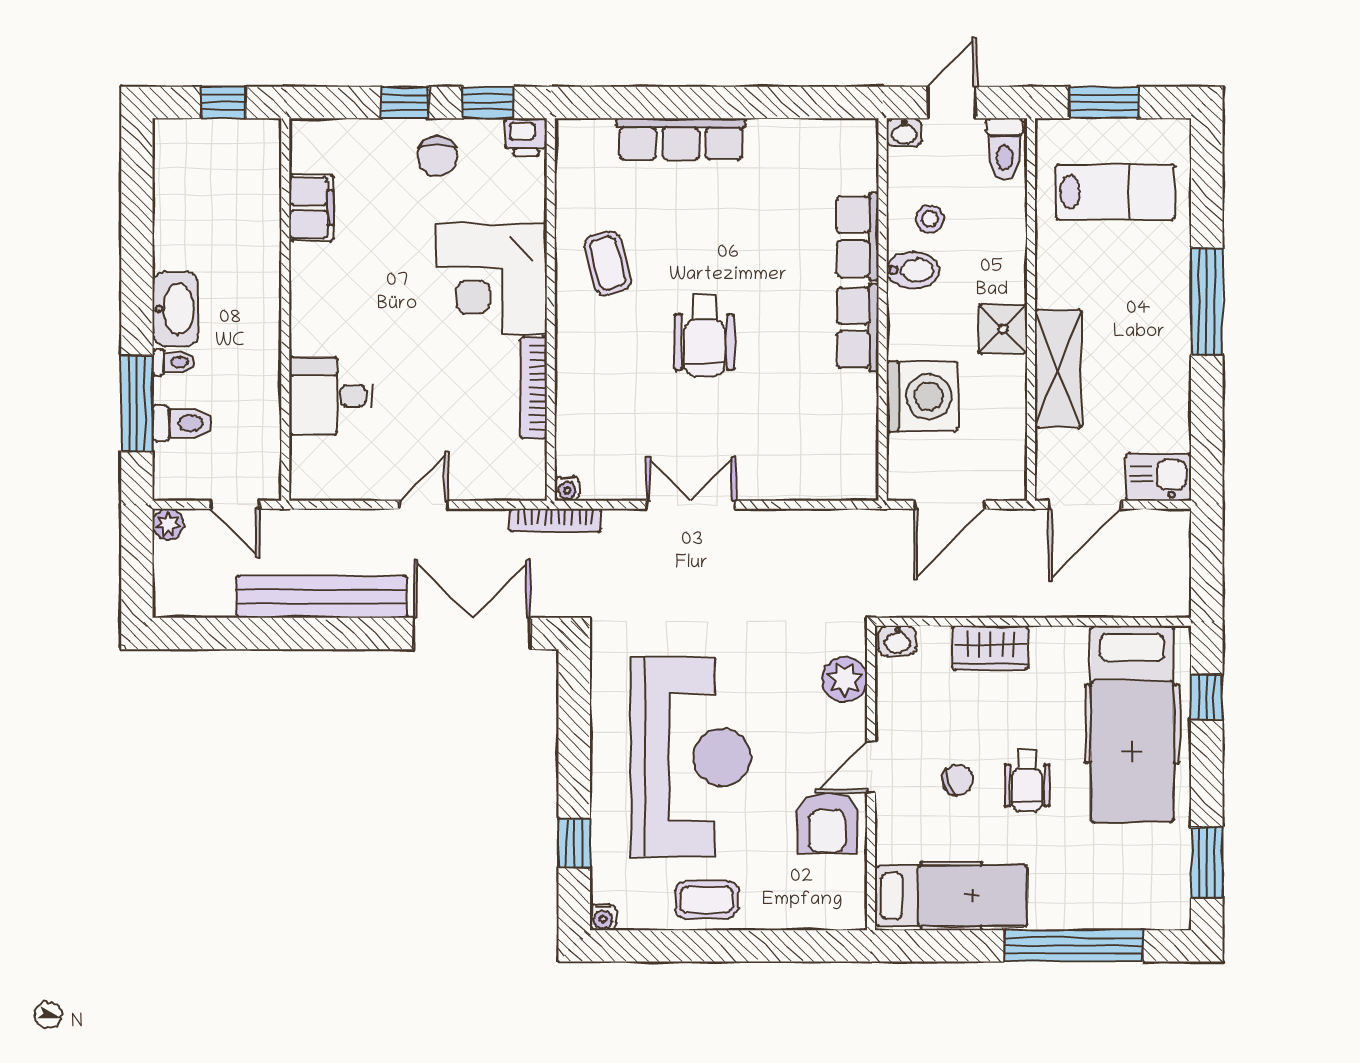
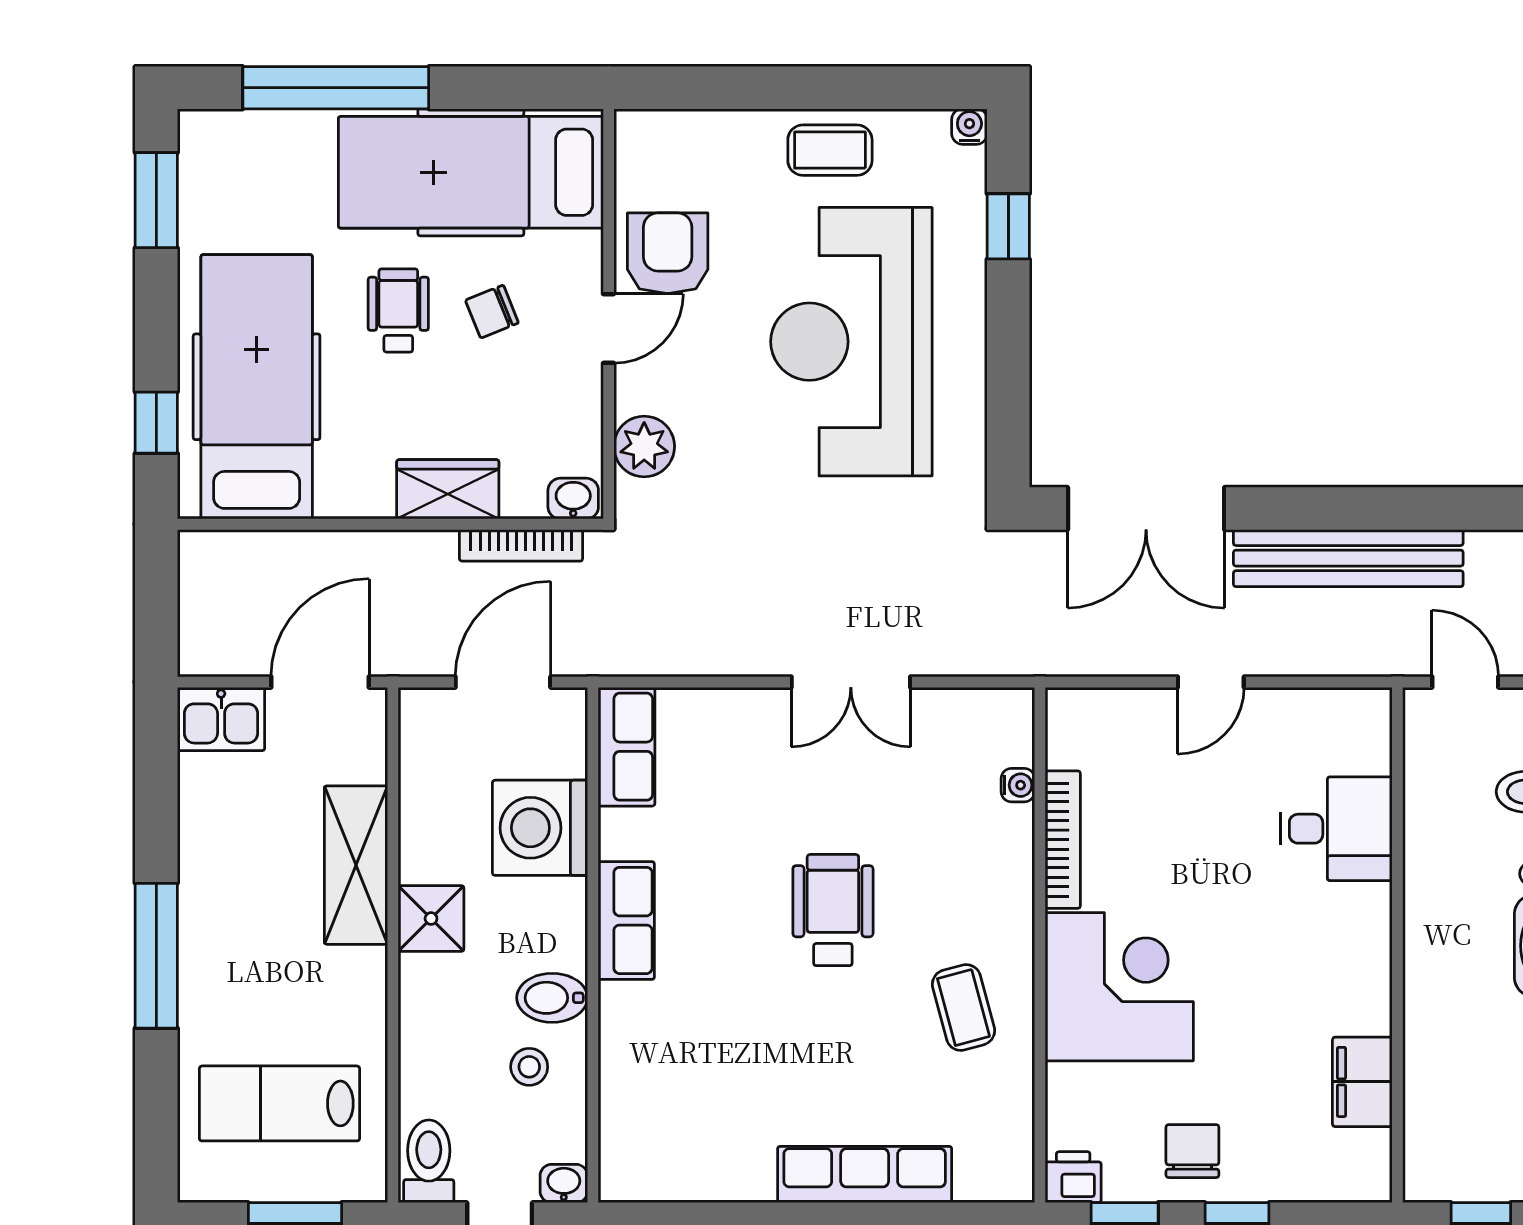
row of seats: (858, 237) -> (626, 747), moved
water cooler: (567, 488) -> (1018, 785), moved, turned 90
bookcase: (555, 520) -> (521, 545), moved, turned 180
hospital bed: (951, 896) -> (471, 172), width x1.37, depth x1.29

